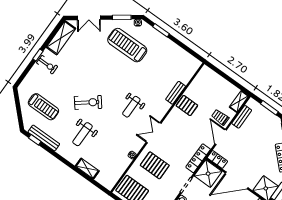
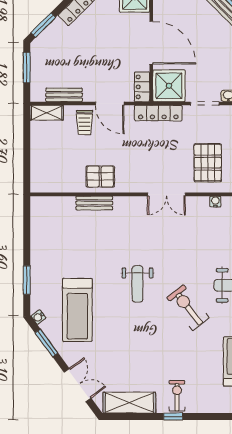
pallet: (187, 105) -> (100, 177), turned 90
weight bench: (131, 107) -> (137, 284), moved, turned 90
door: (221, 137) -> (110, 104), hinge flipped

